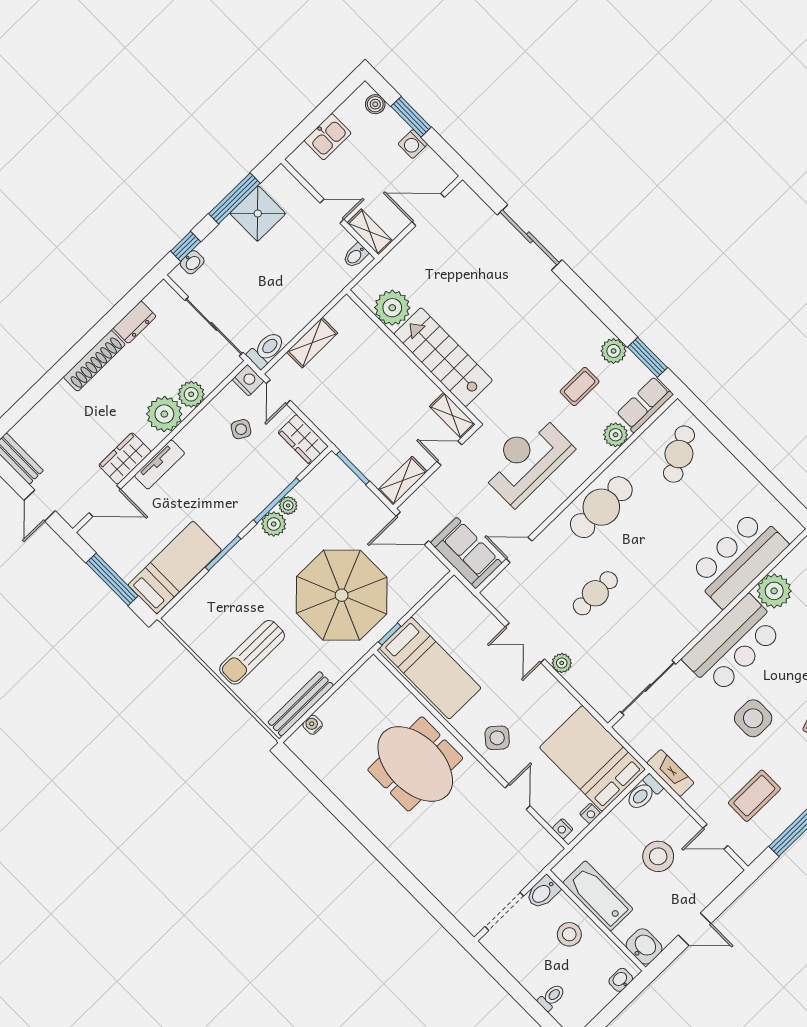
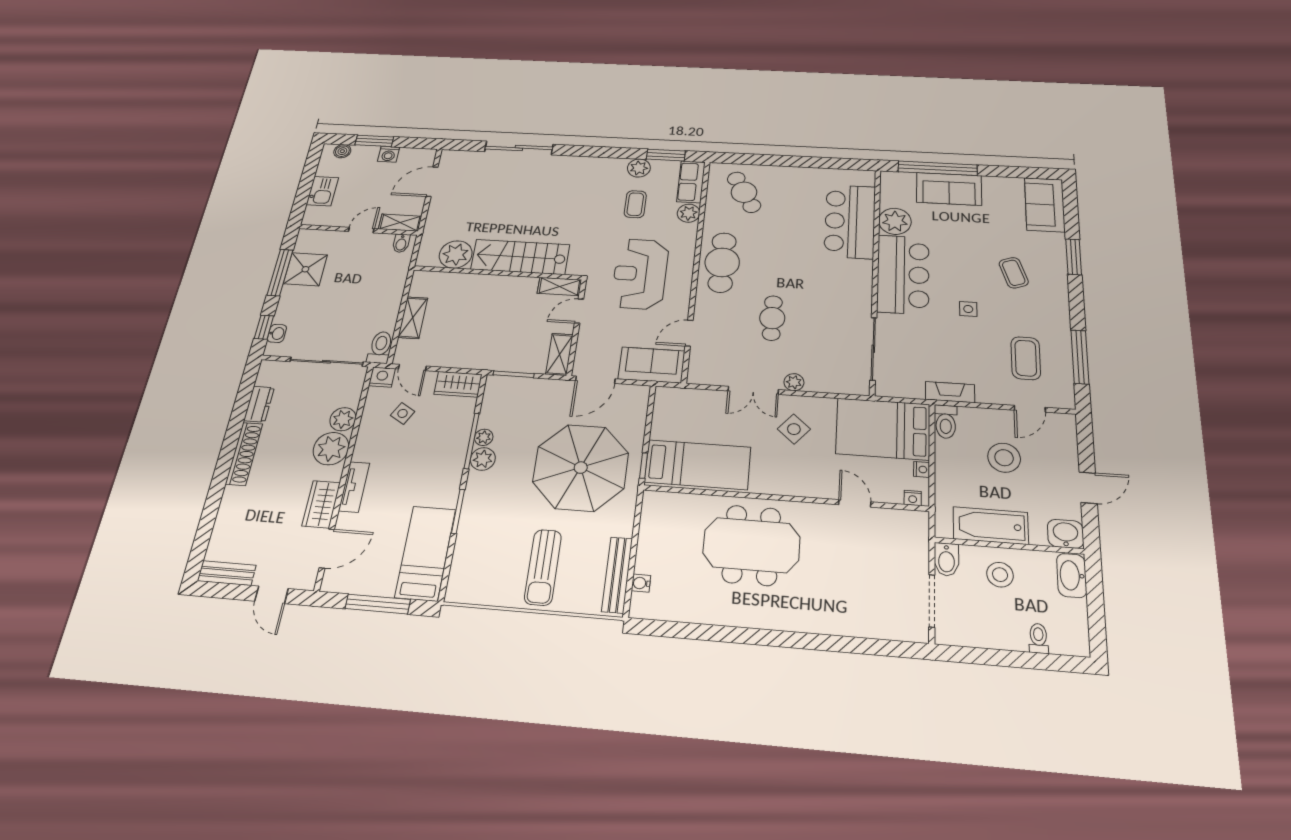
side table: (753, 718) -> (968, 309), width x0.54, depth x0.54
side table: (497, 738) -> (794, 429), moved
washbasin: (621, 980) -> (1072, 575), width x1.91, depth x1.45

